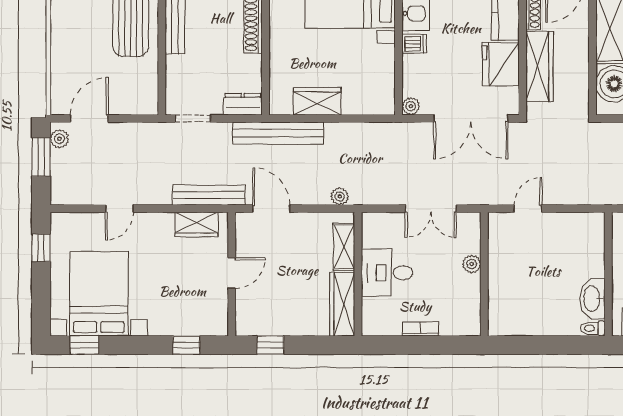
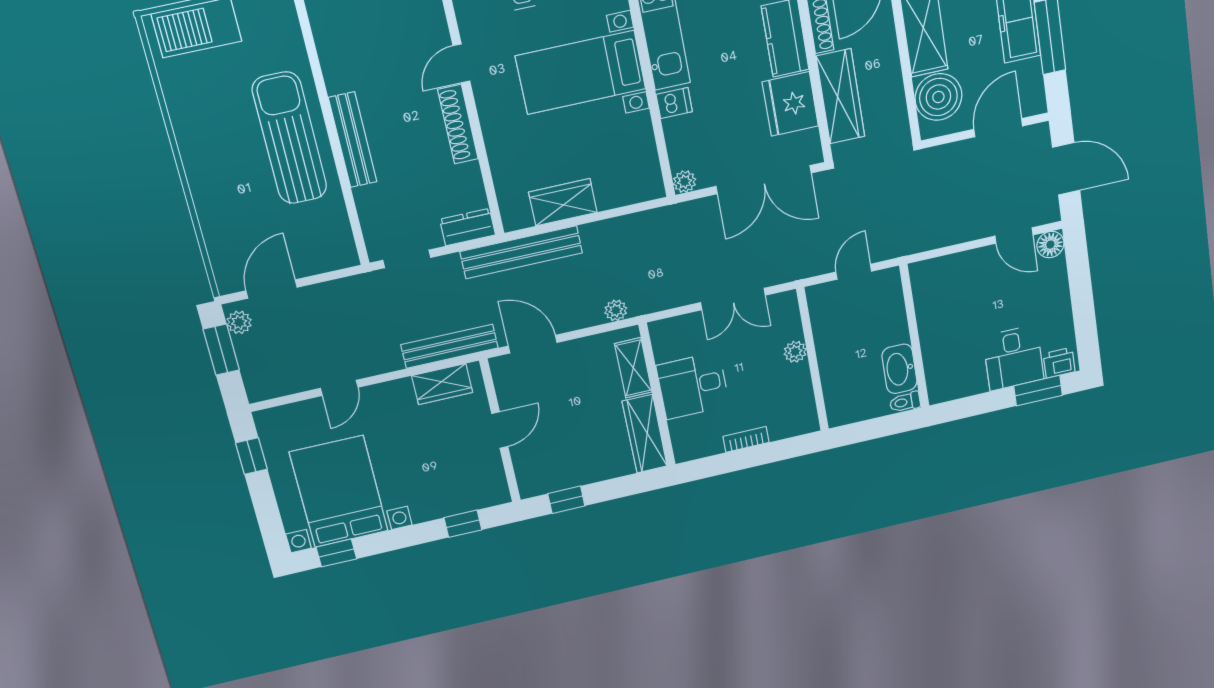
wall: (608, 274) -> (914, 336), moved
washbasin: (592, 299) -> (899, 369), moved
toilet: (593, 328) -> (905, 402), moved

